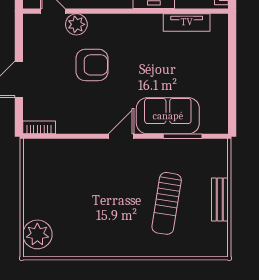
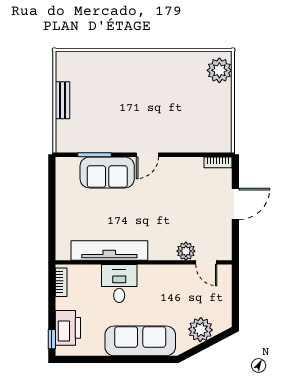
tv unit: (187, 22) -> (109, 251), width x1.92, depth x1.29
armchair: (92, 65) -> (172, 216), removed
sun lounger: (167, 203) -> (108, 97), removed

